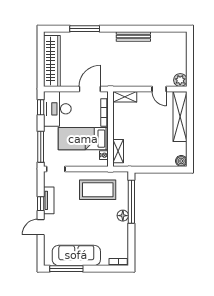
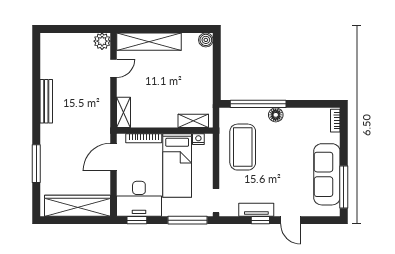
door: (90, 89) -> (114, 157), hinge flipped

